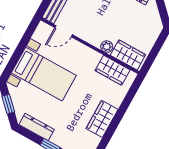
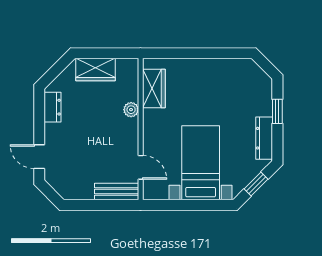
wardrobe: (128, 55) -> (95, 70), moved, turned -90
wardrobe: (102, 119) -> (215, 70), removed

